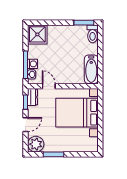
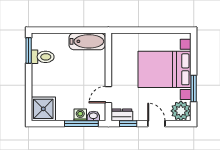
toilet: (93, 34) -> (43, 57), moved
bed with nightstands: (77, 113) -> (165, 69), moved, turned 90

